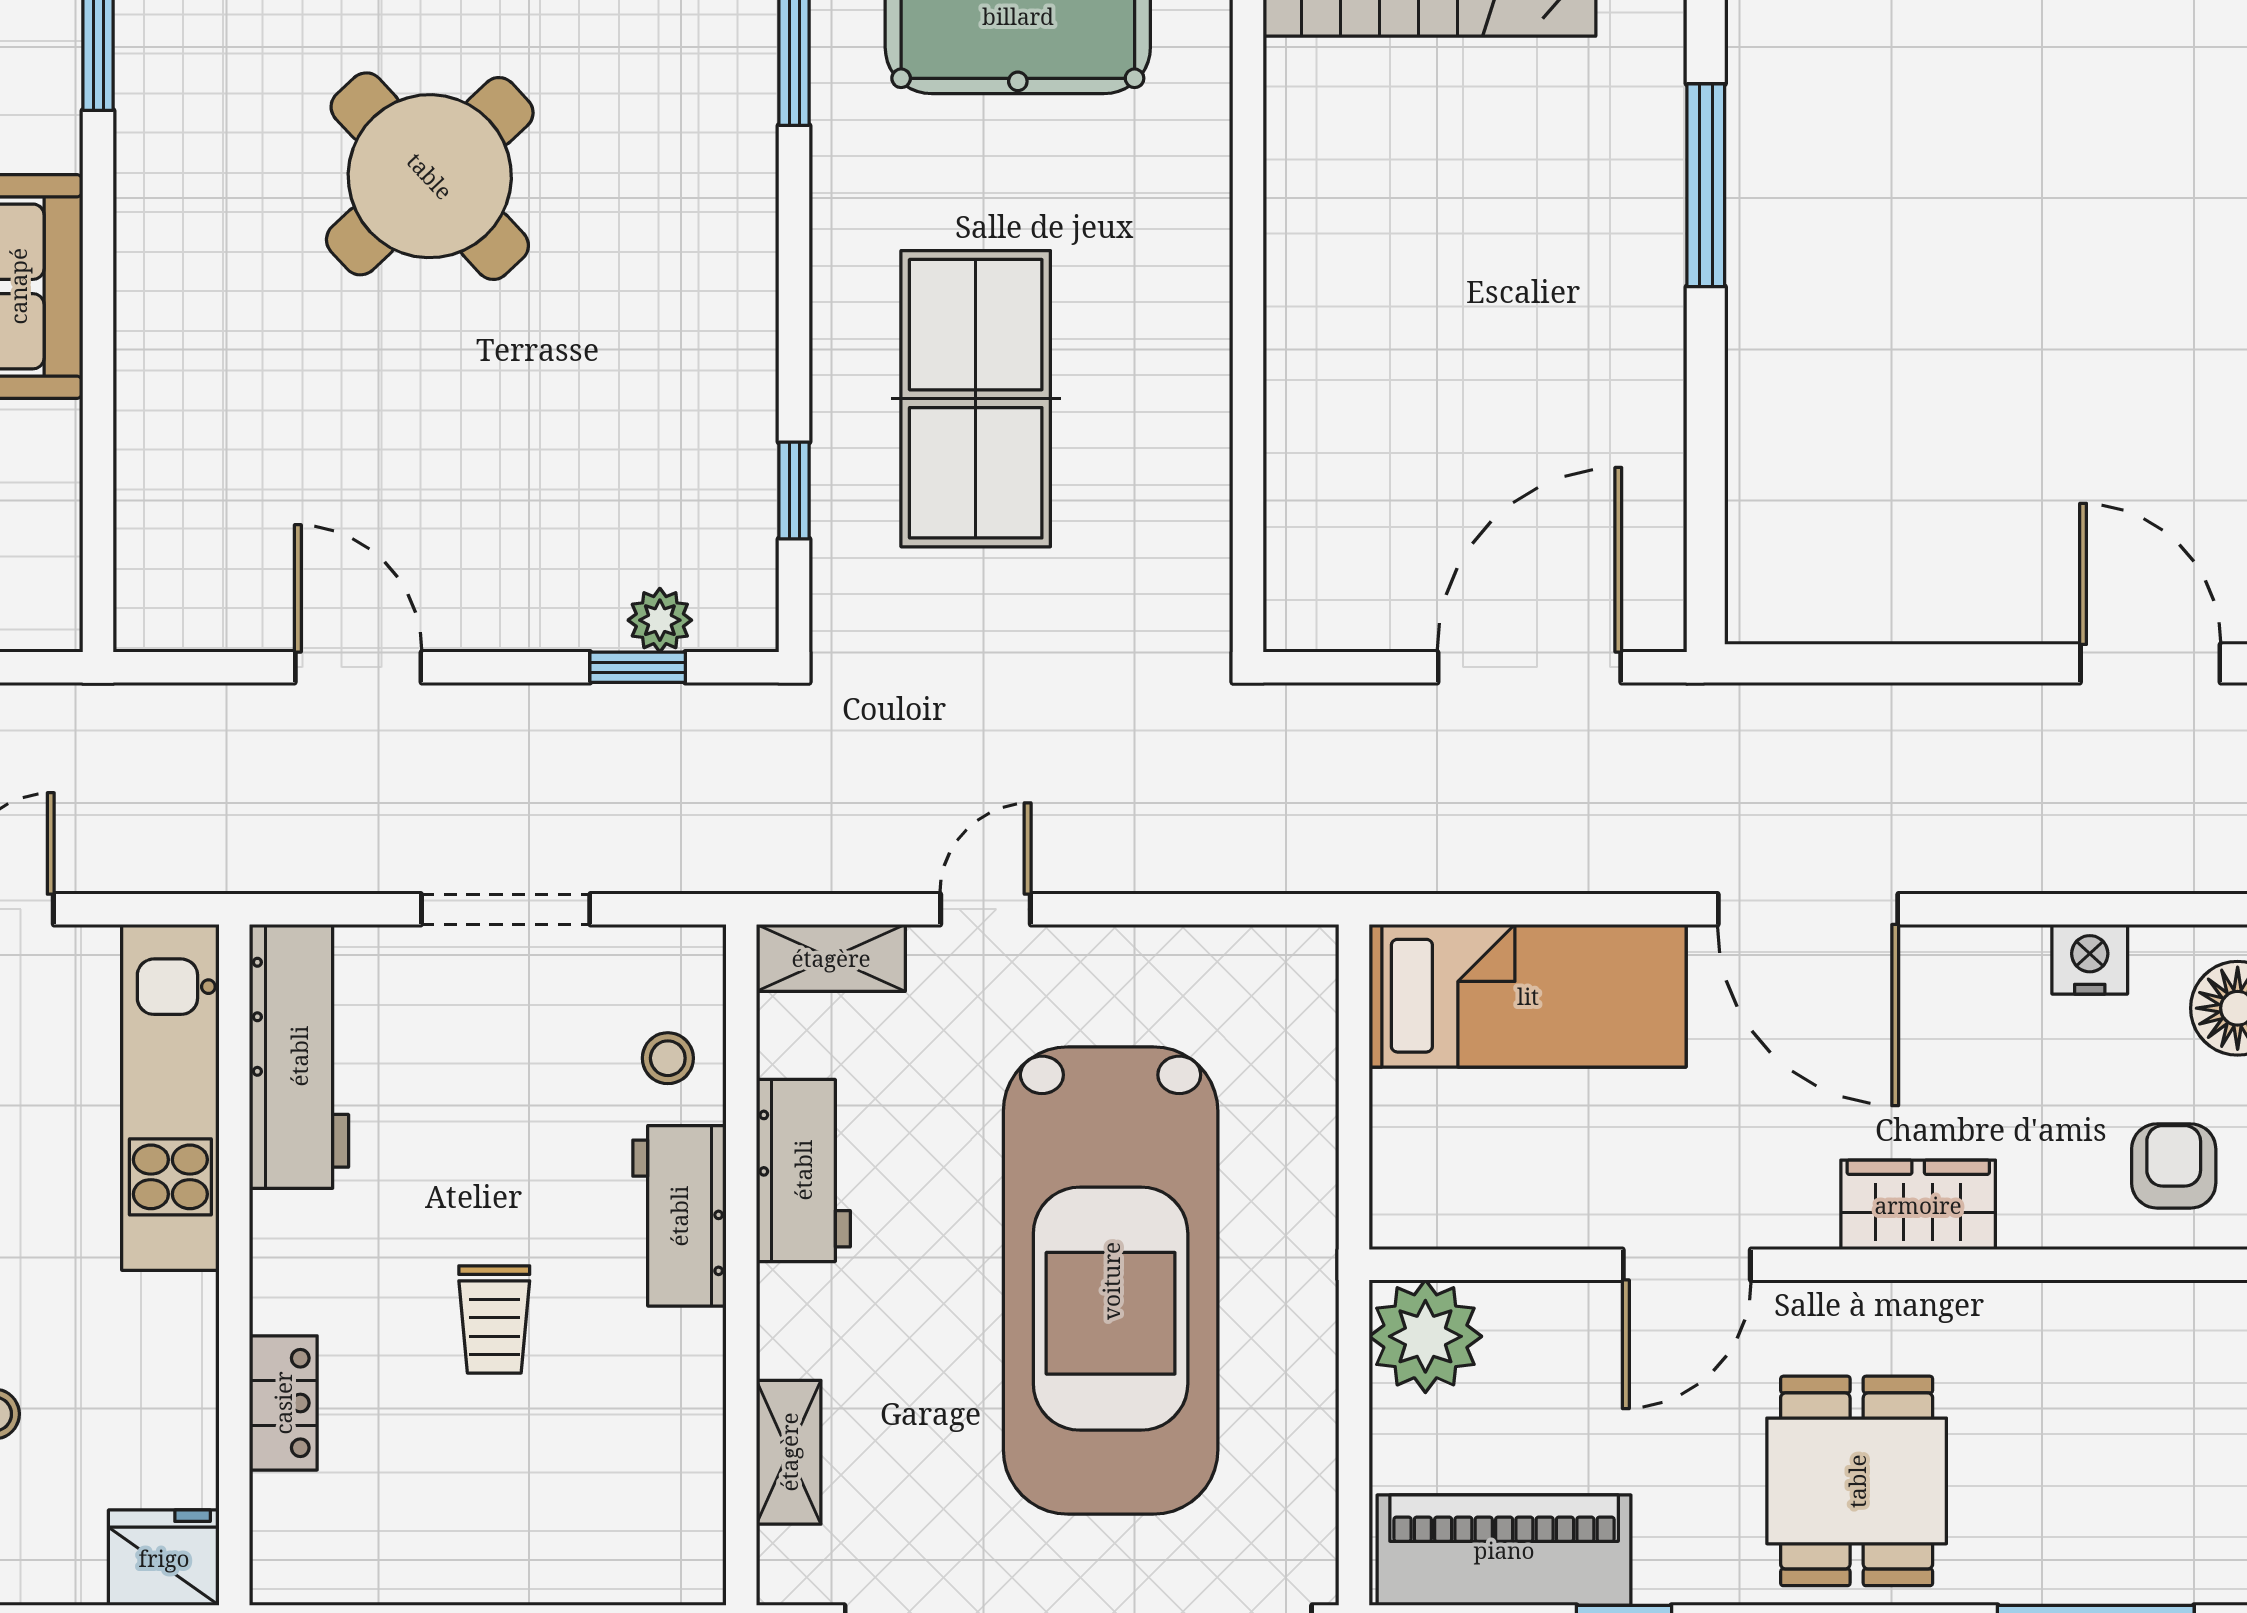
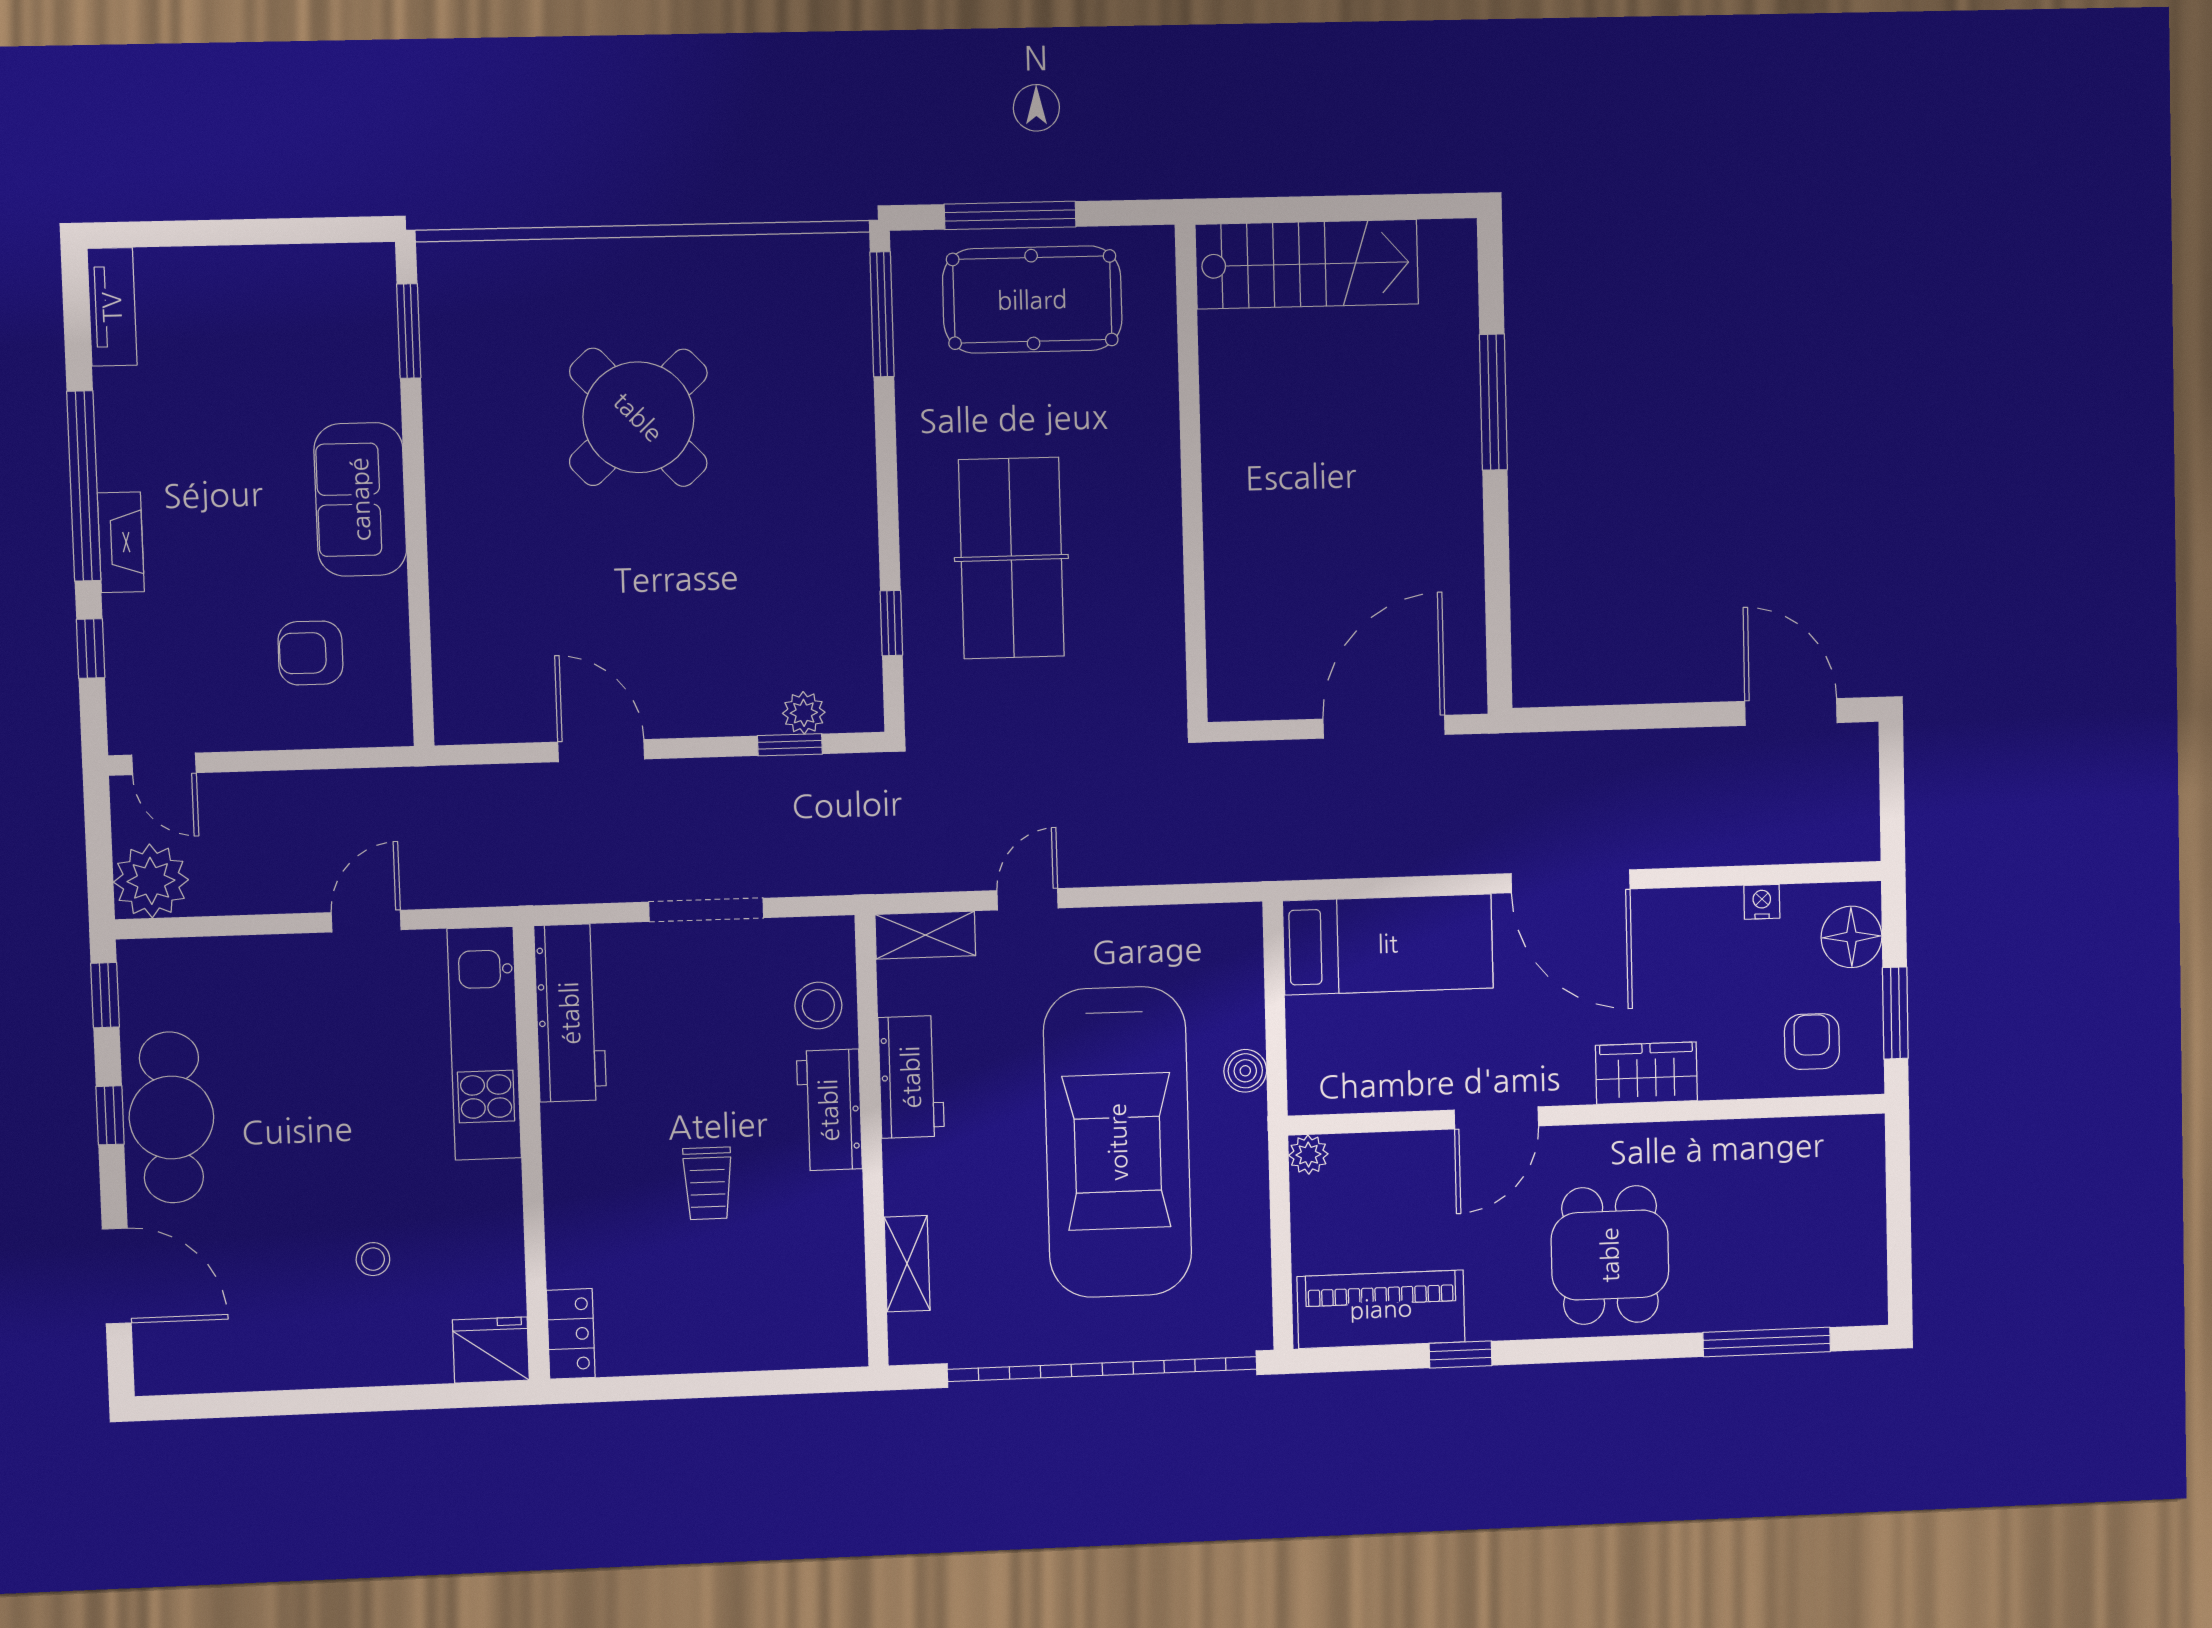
nightstand: (2090, 959) -> (1762, 902), width x0.72, depth x0.74
stool: (668, 1058) -> (818, 1006), width x1.37, depth x1.37
boiler: (1307, 1179) -> (1245, 1071), added
plant: (1425, 1336) -> (1308, 1155), width x0.53, depth x0.53
locker: (283, 1403) -> (571, 1334), moved

